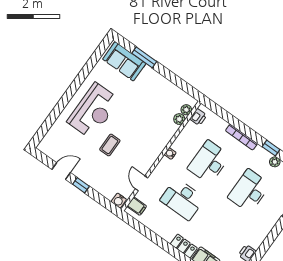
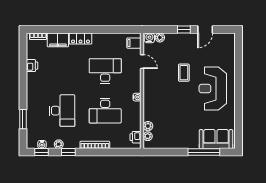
window: (144, 57) -> (204, 152), width x1.44
desk: (209, 162) -> (105, 111), turned 90
plant: (109, 194) -> (160, 38), added

